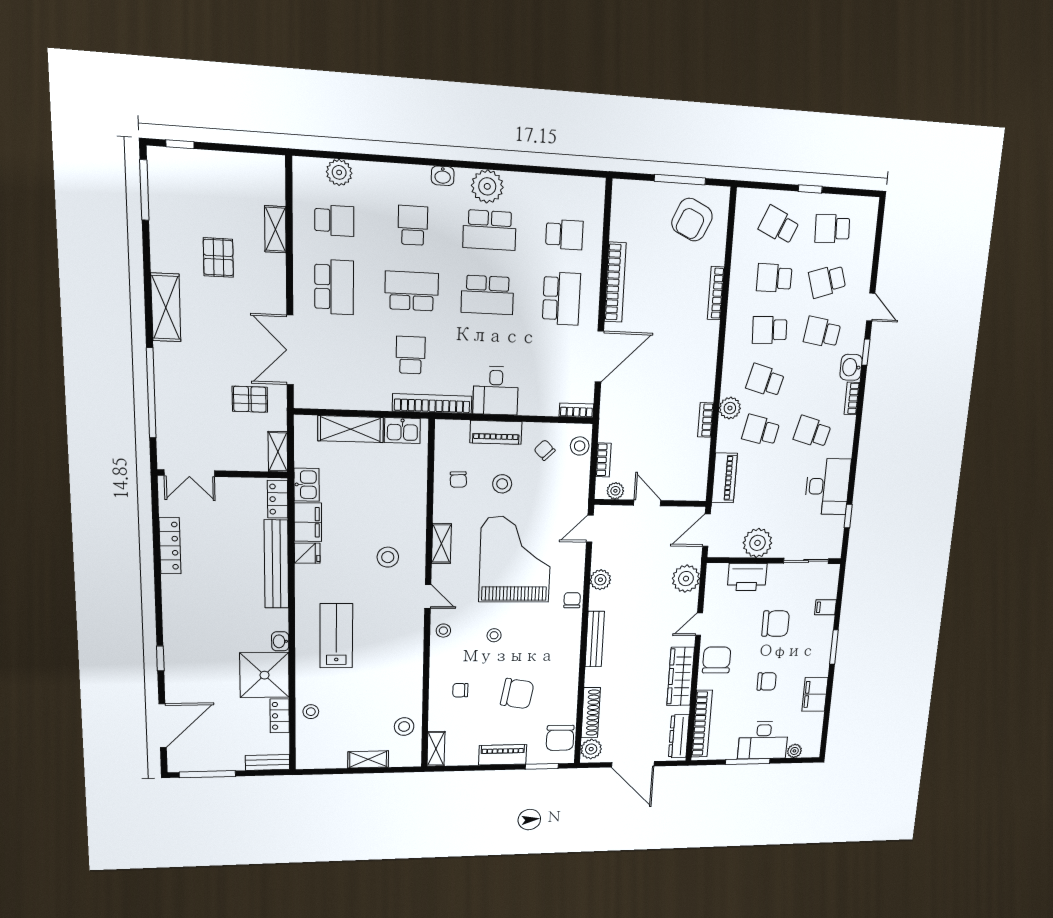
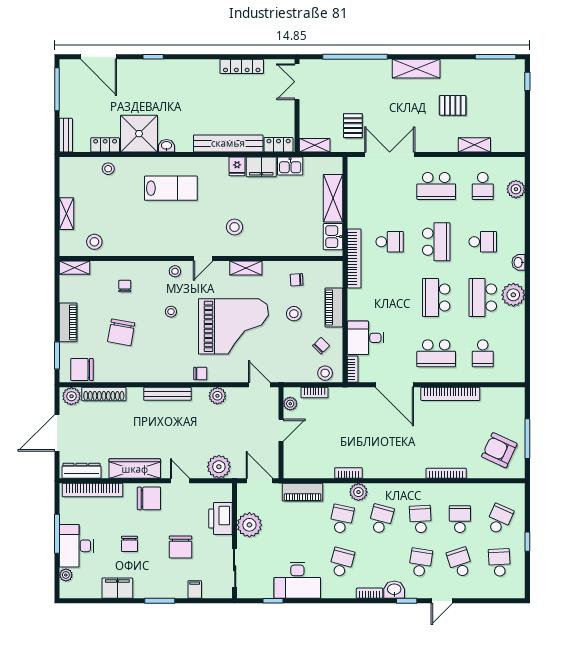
desk: (496, 391) -> (366, 338), moved

